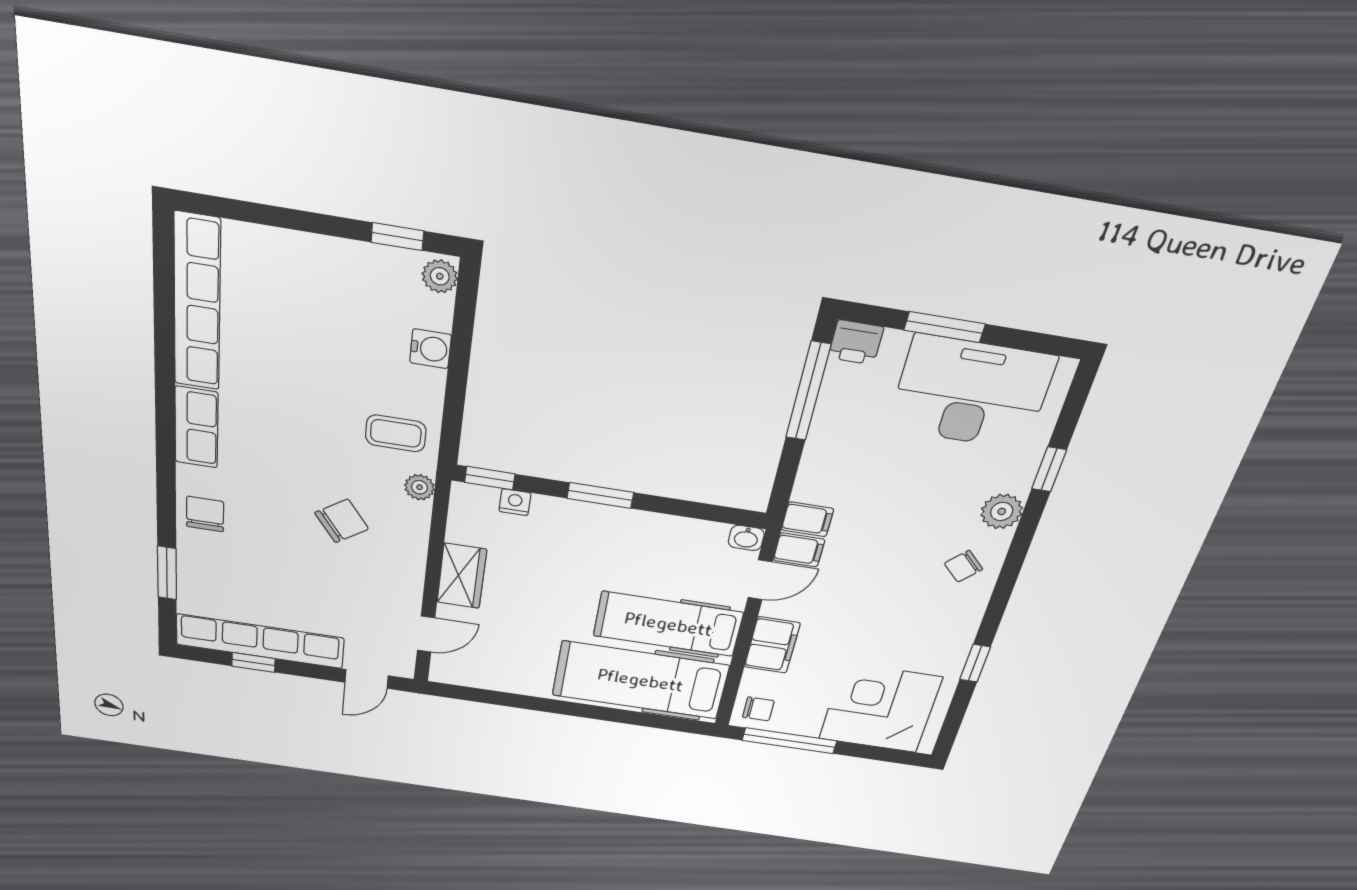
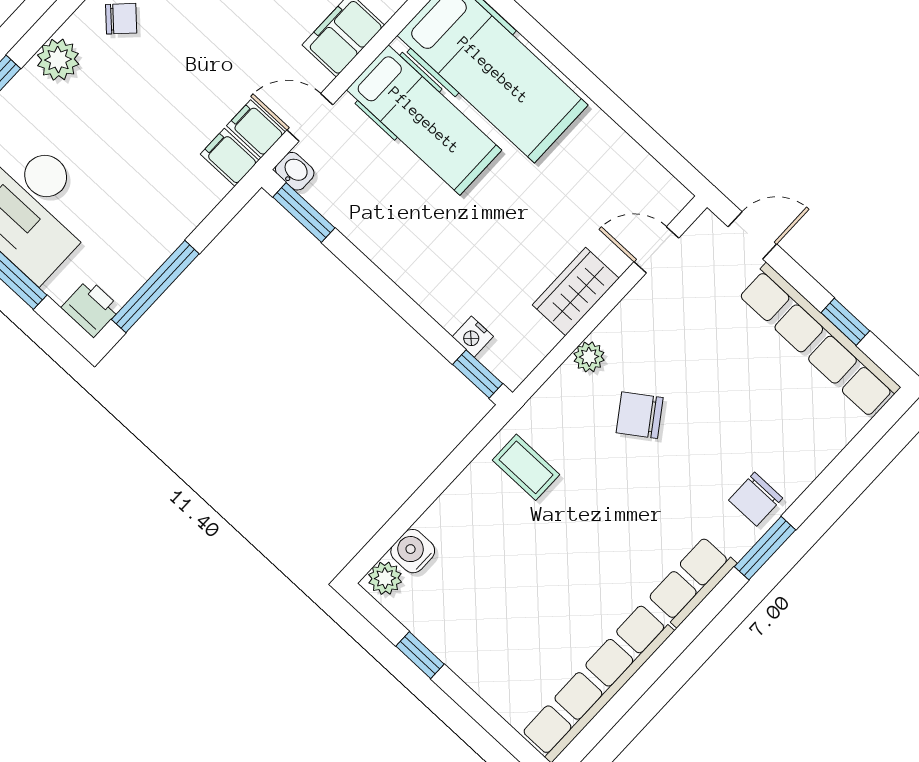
window: (397, 237) -> (420, 655), moved
water cooler: (431, 349) -> (413, 551), moved
plant: (420, 487) -> (589, 357), moved
window: (600, 495) -> (304, 213), moved
window: (167, 573) -> (765, 548), moved

